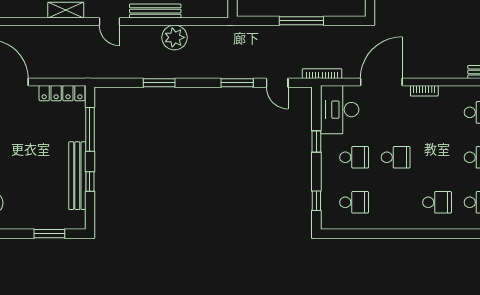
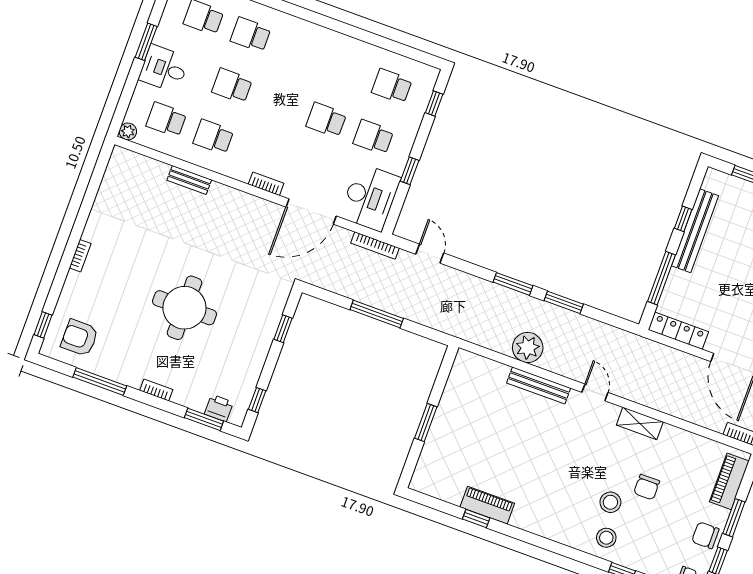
window: (237, 83) -> (513, 284), moved
school desk: (437, 202) -> (298, 52), removed

